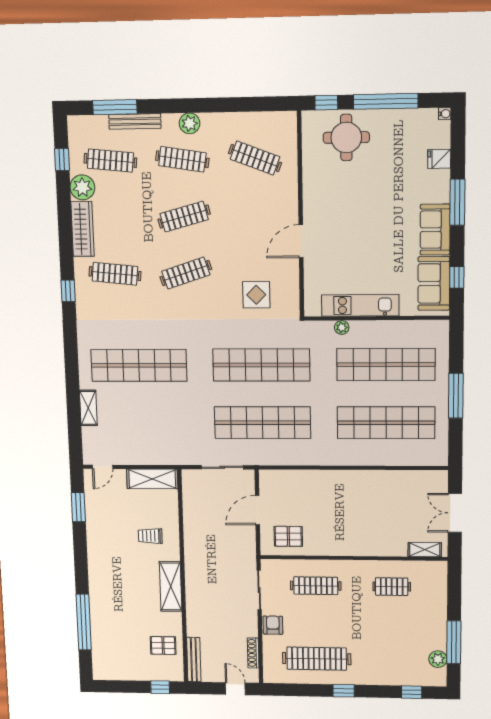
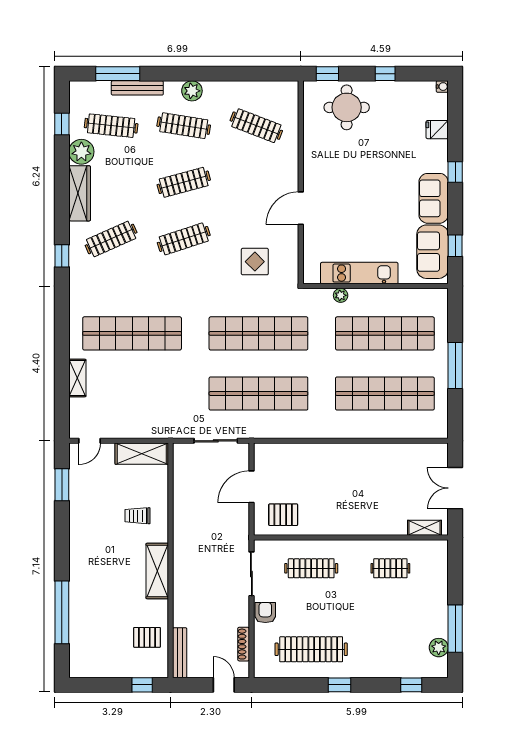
window: (386, 101) -> (385, 74), width x0.32
window: (457, 202) -> (455, 172), width x0.46
clothes rail: (115, 274) -> (111, 239), turned -30

